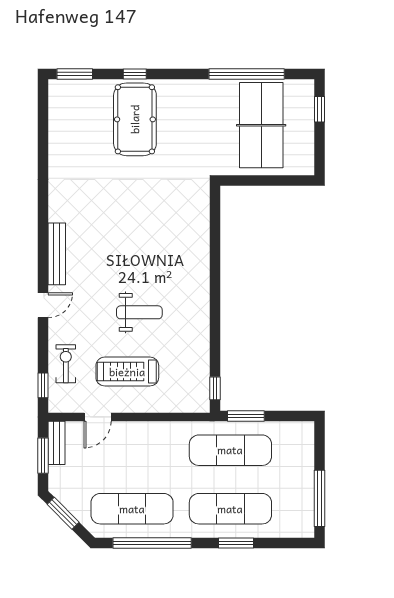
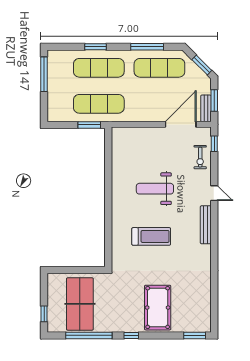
window: (135, 74) -> (131, 335), moved
door: (43, 305) -> (214, 193), swing flipped
weight bench: (139, 312) -> (155, 189), width x1.36, depth x1.33
treadmill: (127, 372) -> (151, 236), moved
window: (215, 388) -> (108, 142), removed
door: (98, 417) -> (181, 124), width x1.87
window: (152, 543) -> (147, 47), width x0.68

